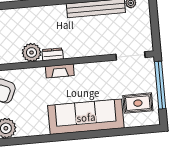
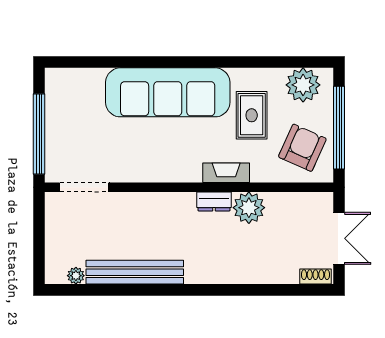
fireplace: (60, 71) -> (226, 173), moved
rug: (138, 103) -> (252, 115), moved, turned 90

